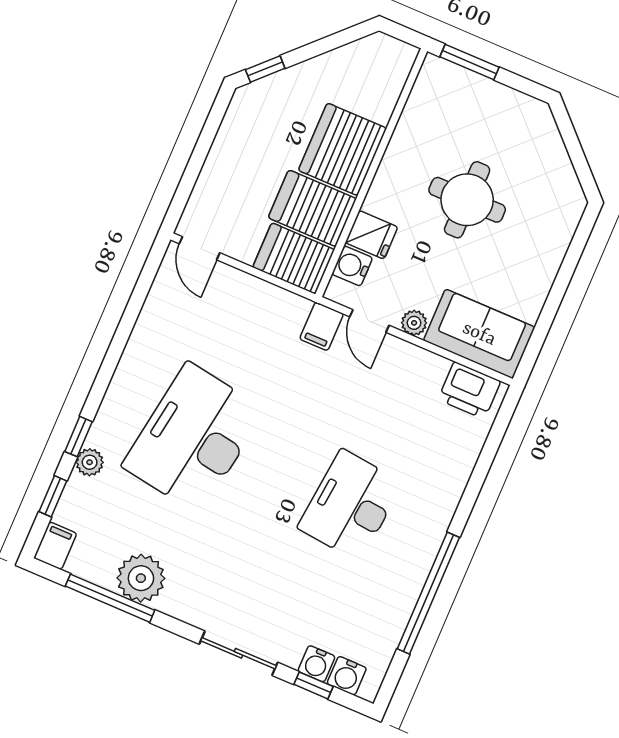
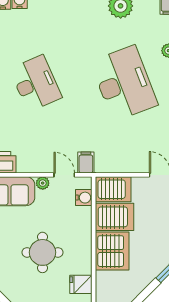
fridge: (371, 235) -> (81, 284), moved
desk: (194, 438) -> (124, 83), turned -30
desk: (350, 505) -> (36, 83), turned -30

